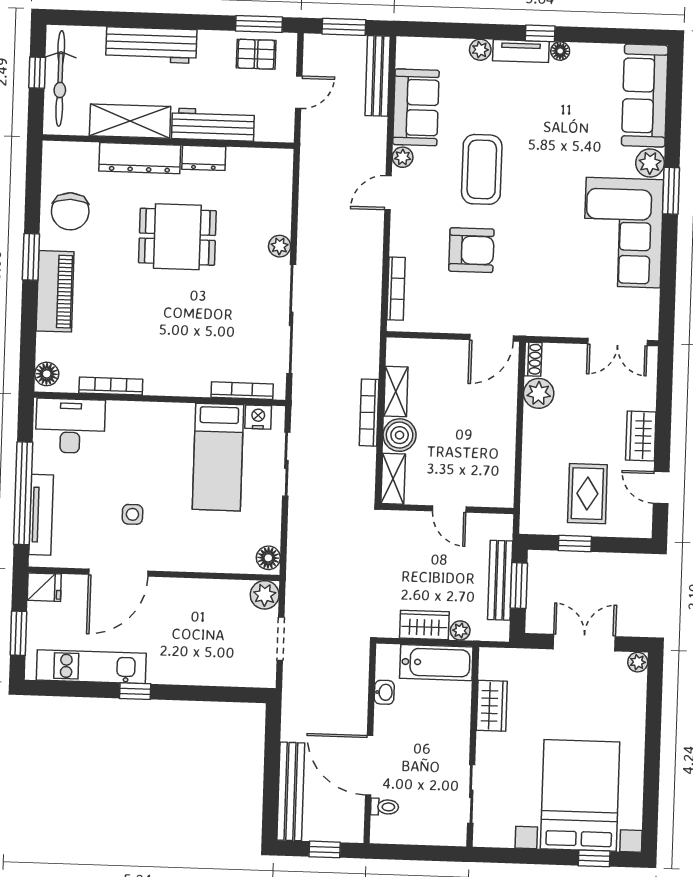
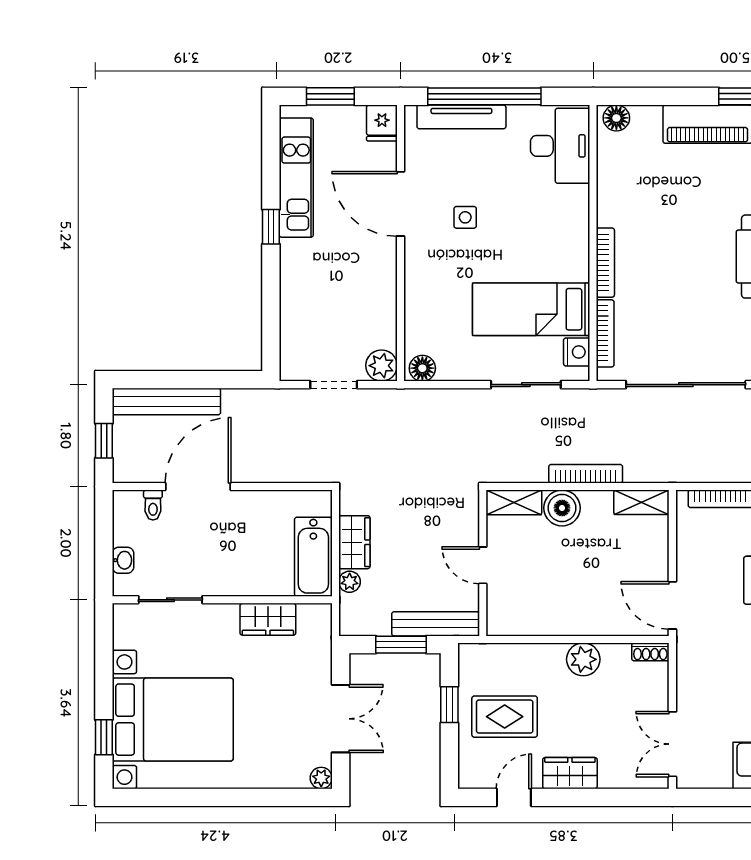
bookcase: (111, 386) -> (605, 263), moved
shelving: (396, 391) -> (641, 502), moved
plant: (539, 393) -> (583, 659), moved
door: (449, 509) -> (483, 565), hinge flipped
bench: (500, 580) -> (436, 624), moved
washbasin: (384, 692) -> (123, 560), moved, turned -90

